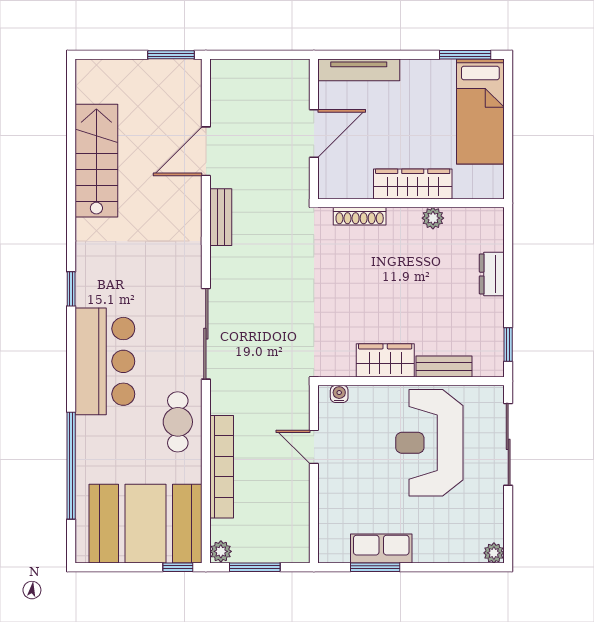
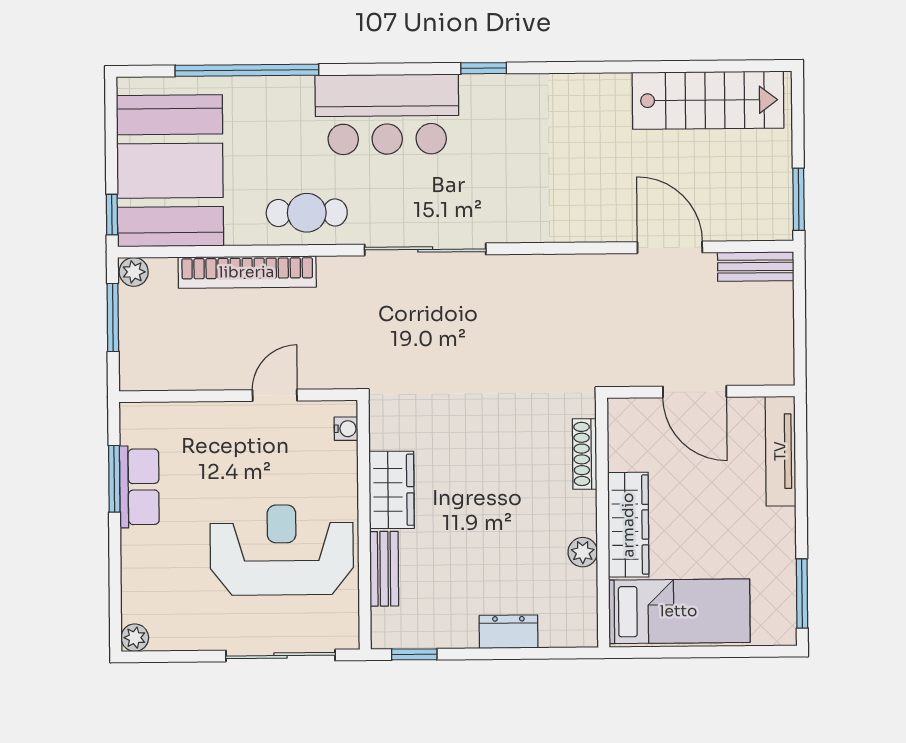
bed: (480, 111) -> (679, 611), moved, turned 180
stairs: (96, 161) -> (708, 100), moved
bench: (221, 217) -> (756, 267), moved

